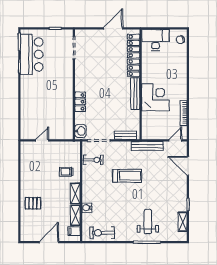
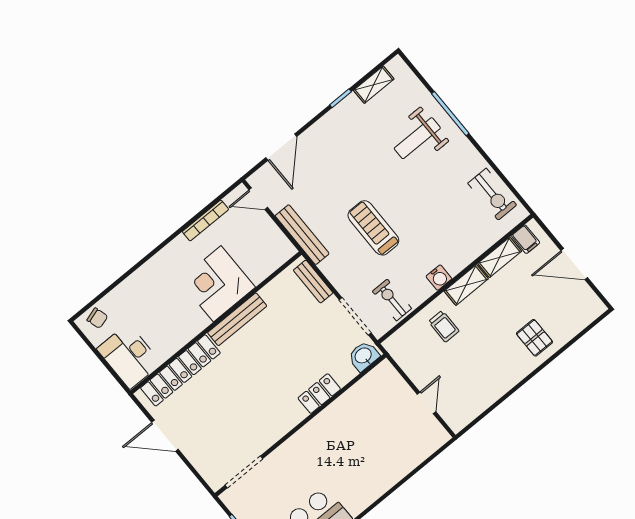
door: (42, 140) -> (426, 403), swing flipped
water cooler: (87, 208) -> (439, 278), moved

